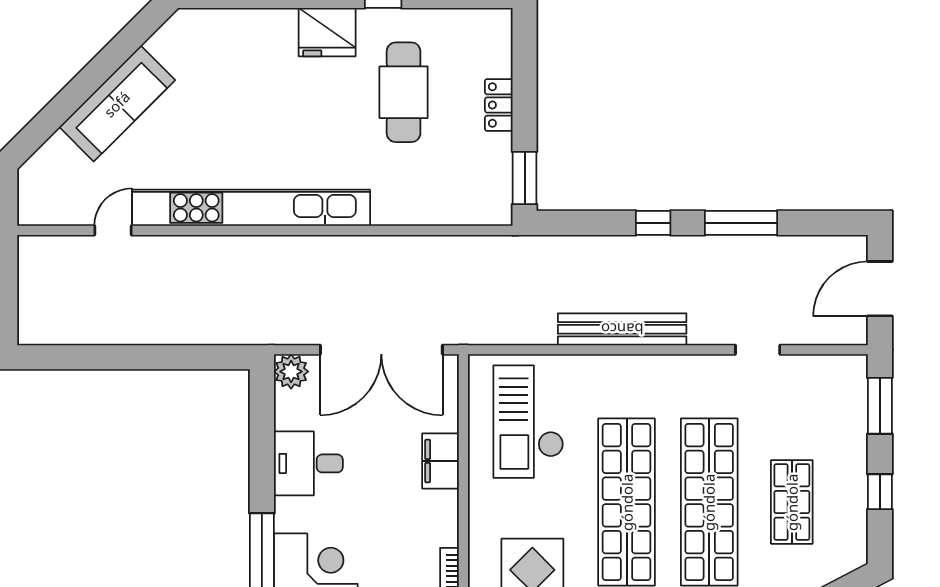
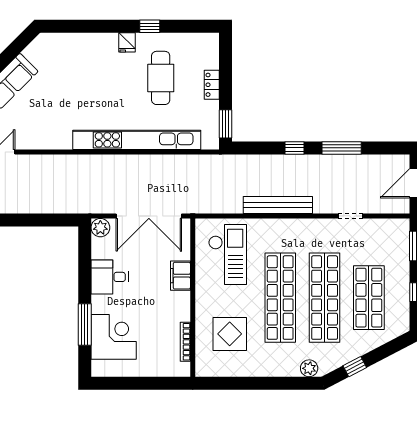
fridge: (327, 32) -> (127, 42), width x0.53, depth x0.75
kitchen unit: (251, 208) -> (137, 140), moved
checkout: (528, 422) -> (228, 255), turned 180
shop shelf: (792, 502) -> (369, 298), width x1.43, depth x1.36

